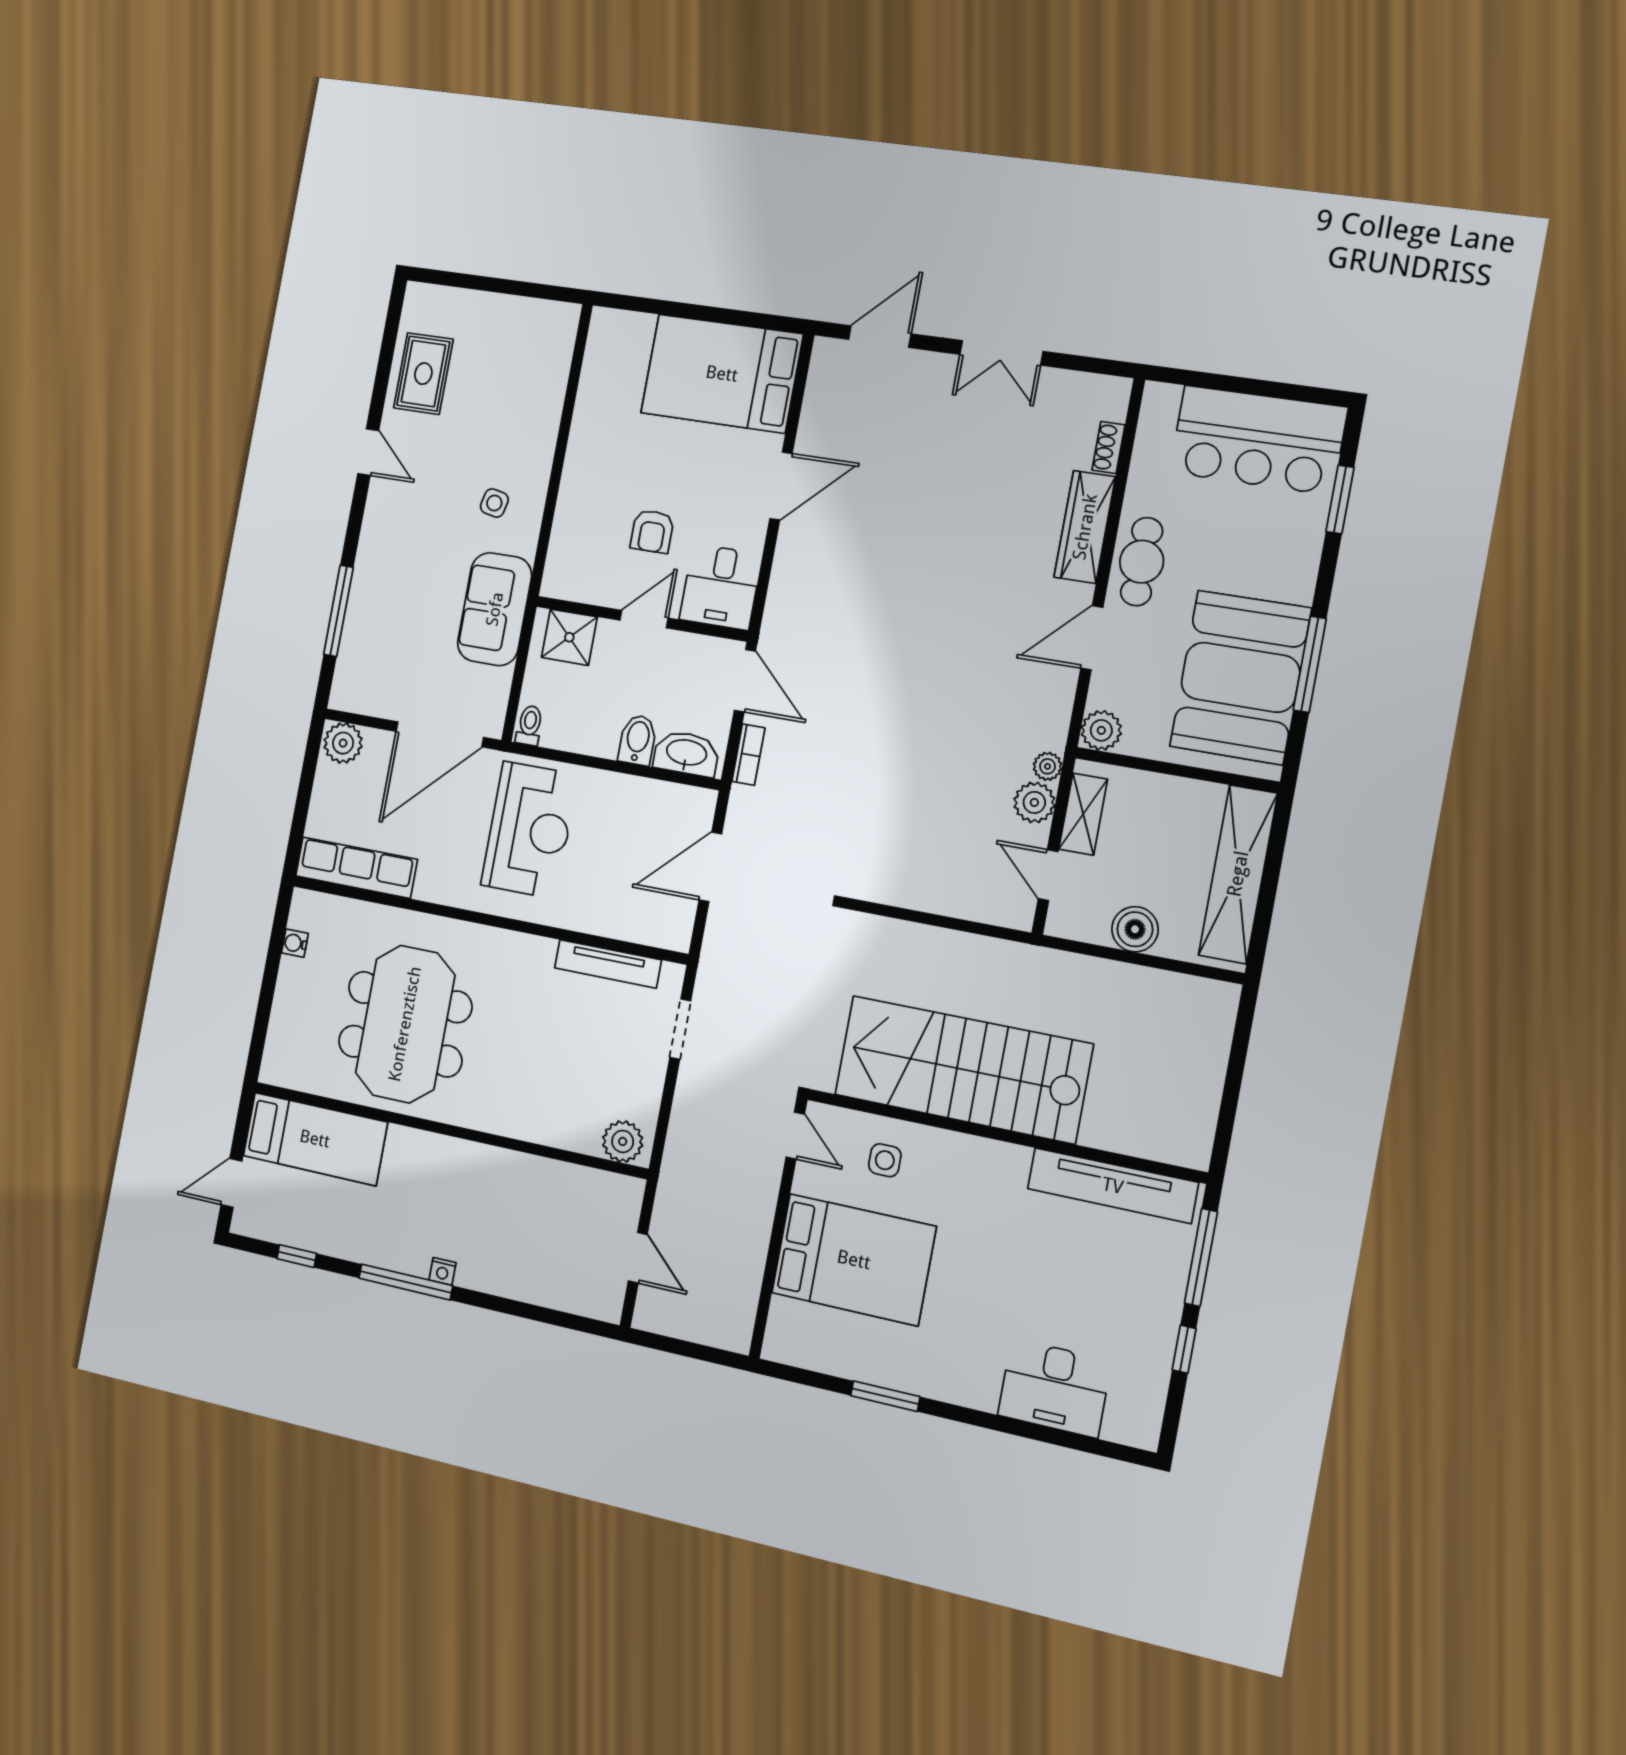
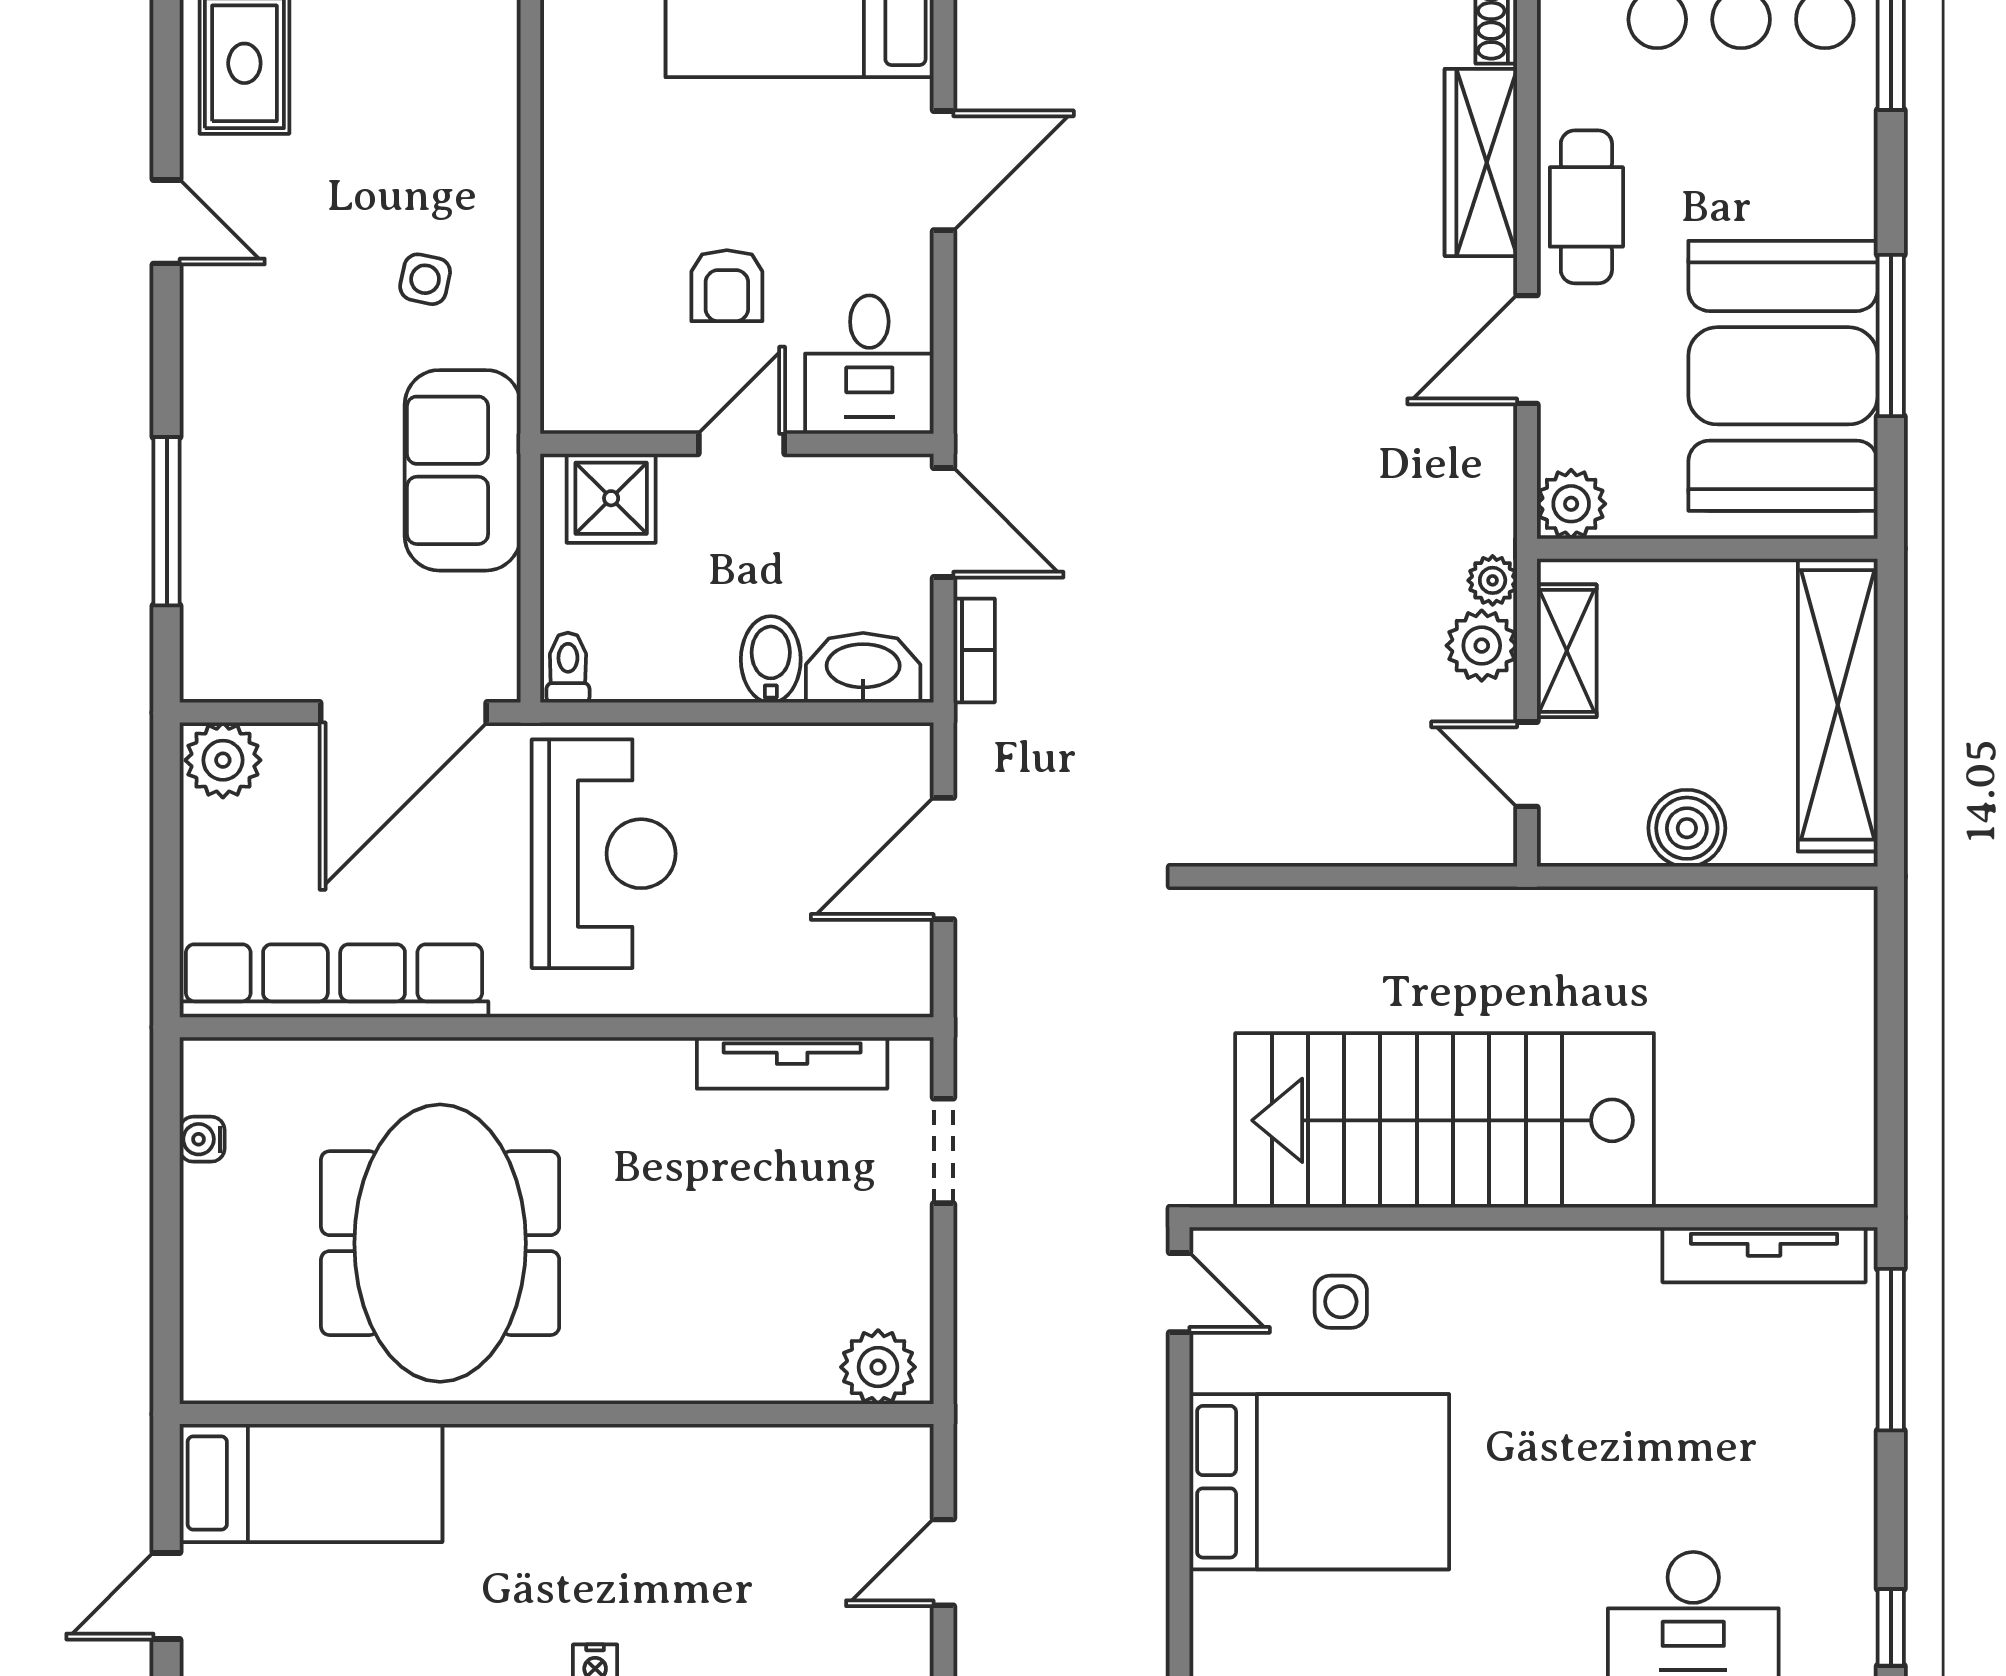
row of seats: (356, 868) -> (334, 981), width x1.36
tv unit: (1113, 1186) -> (1764, 1255), width x0.73, depth x0.78
door: (638, 1258) -> (943, 1562), swing flipped
window: (1184, 1349) -> (1891, 1627), moved

